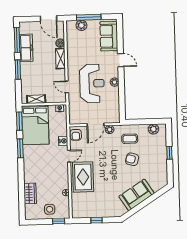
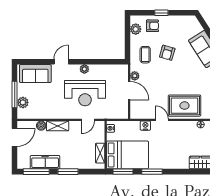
reception desk: (92, 83) -> (85, 93), turned 180
armchair: (76, 135) -> (152, 26), moved

